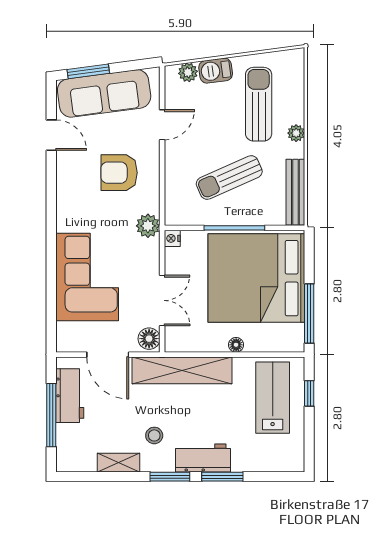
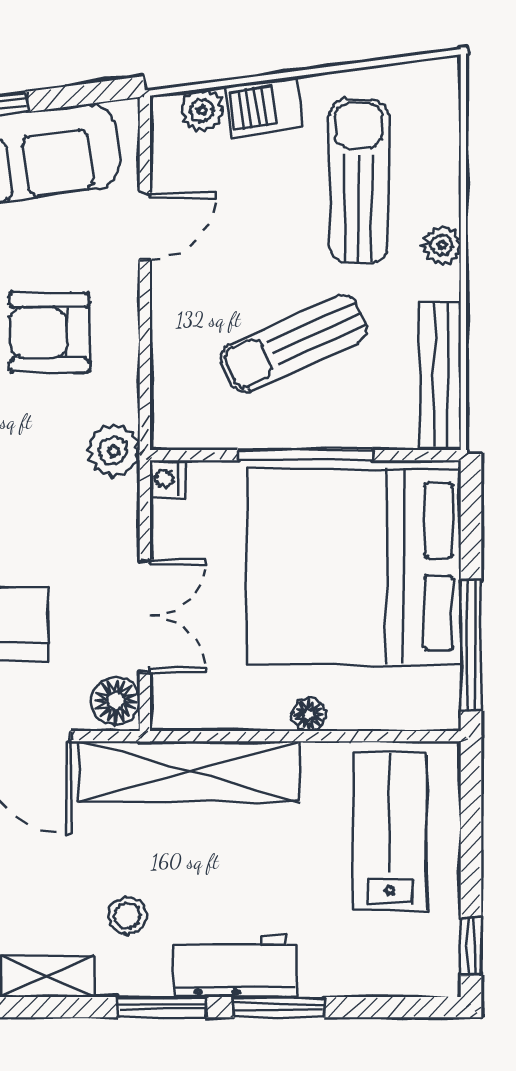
window: (309, 393) -> (471, 947), moved

